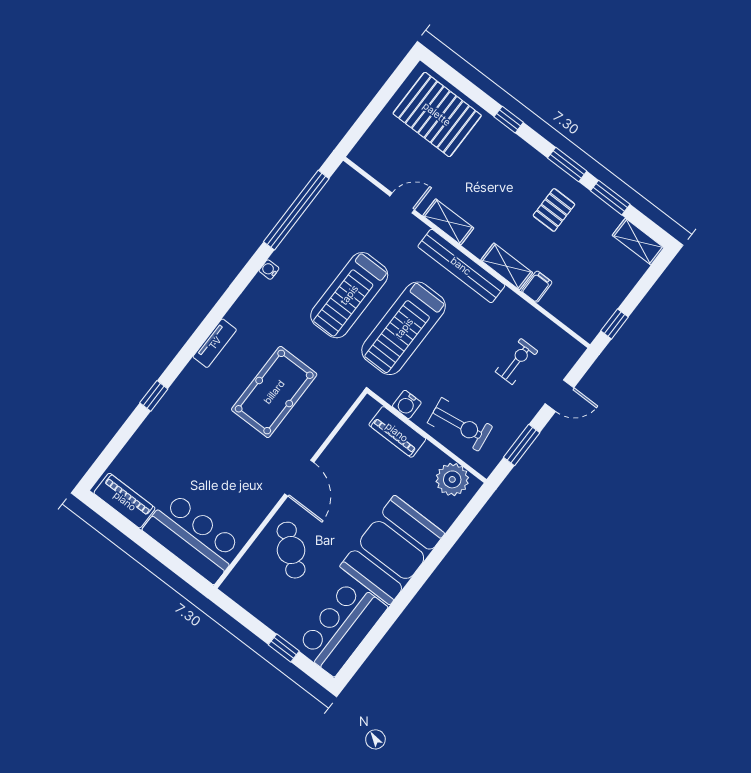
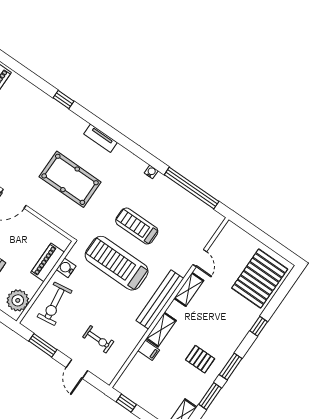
treadmill: (349, 295) -> (137, 226), width x0.73, depth x0.73

